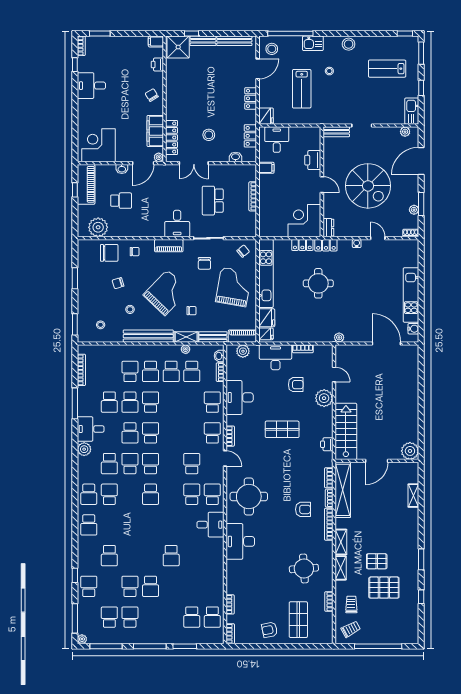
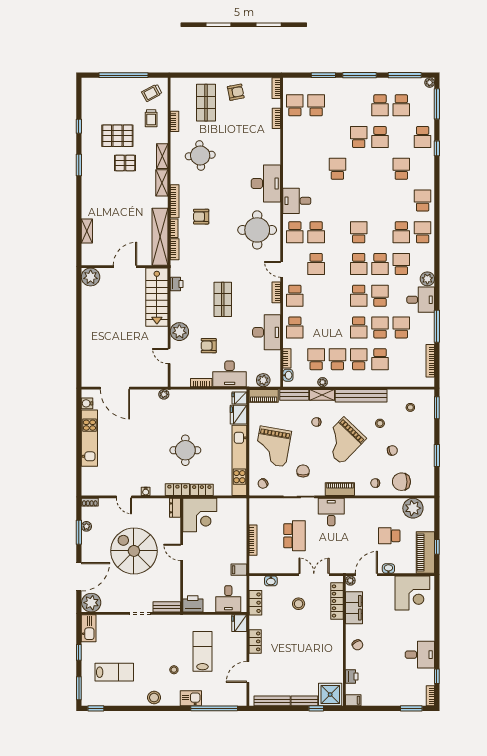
stool: (272, 49) -> (233, 693), removed
plant: (405, 132) -> (91, 603), width x1.87, depth x1.87
printer: (313, 160) -> (193, 604), moved, turned -90
shop shelf: (282, 429) -> (223, 299), turned 90

